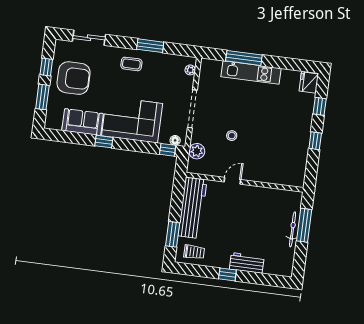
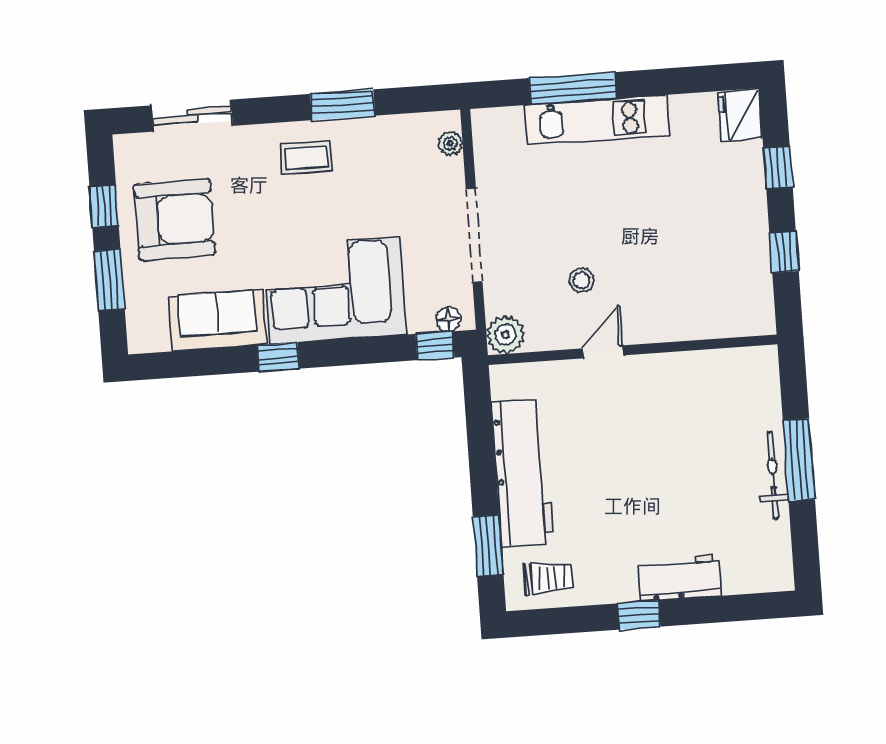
door: (232, 181) -> (603, 352), moved
wall: (245, 182) -> (633, 350), moved

